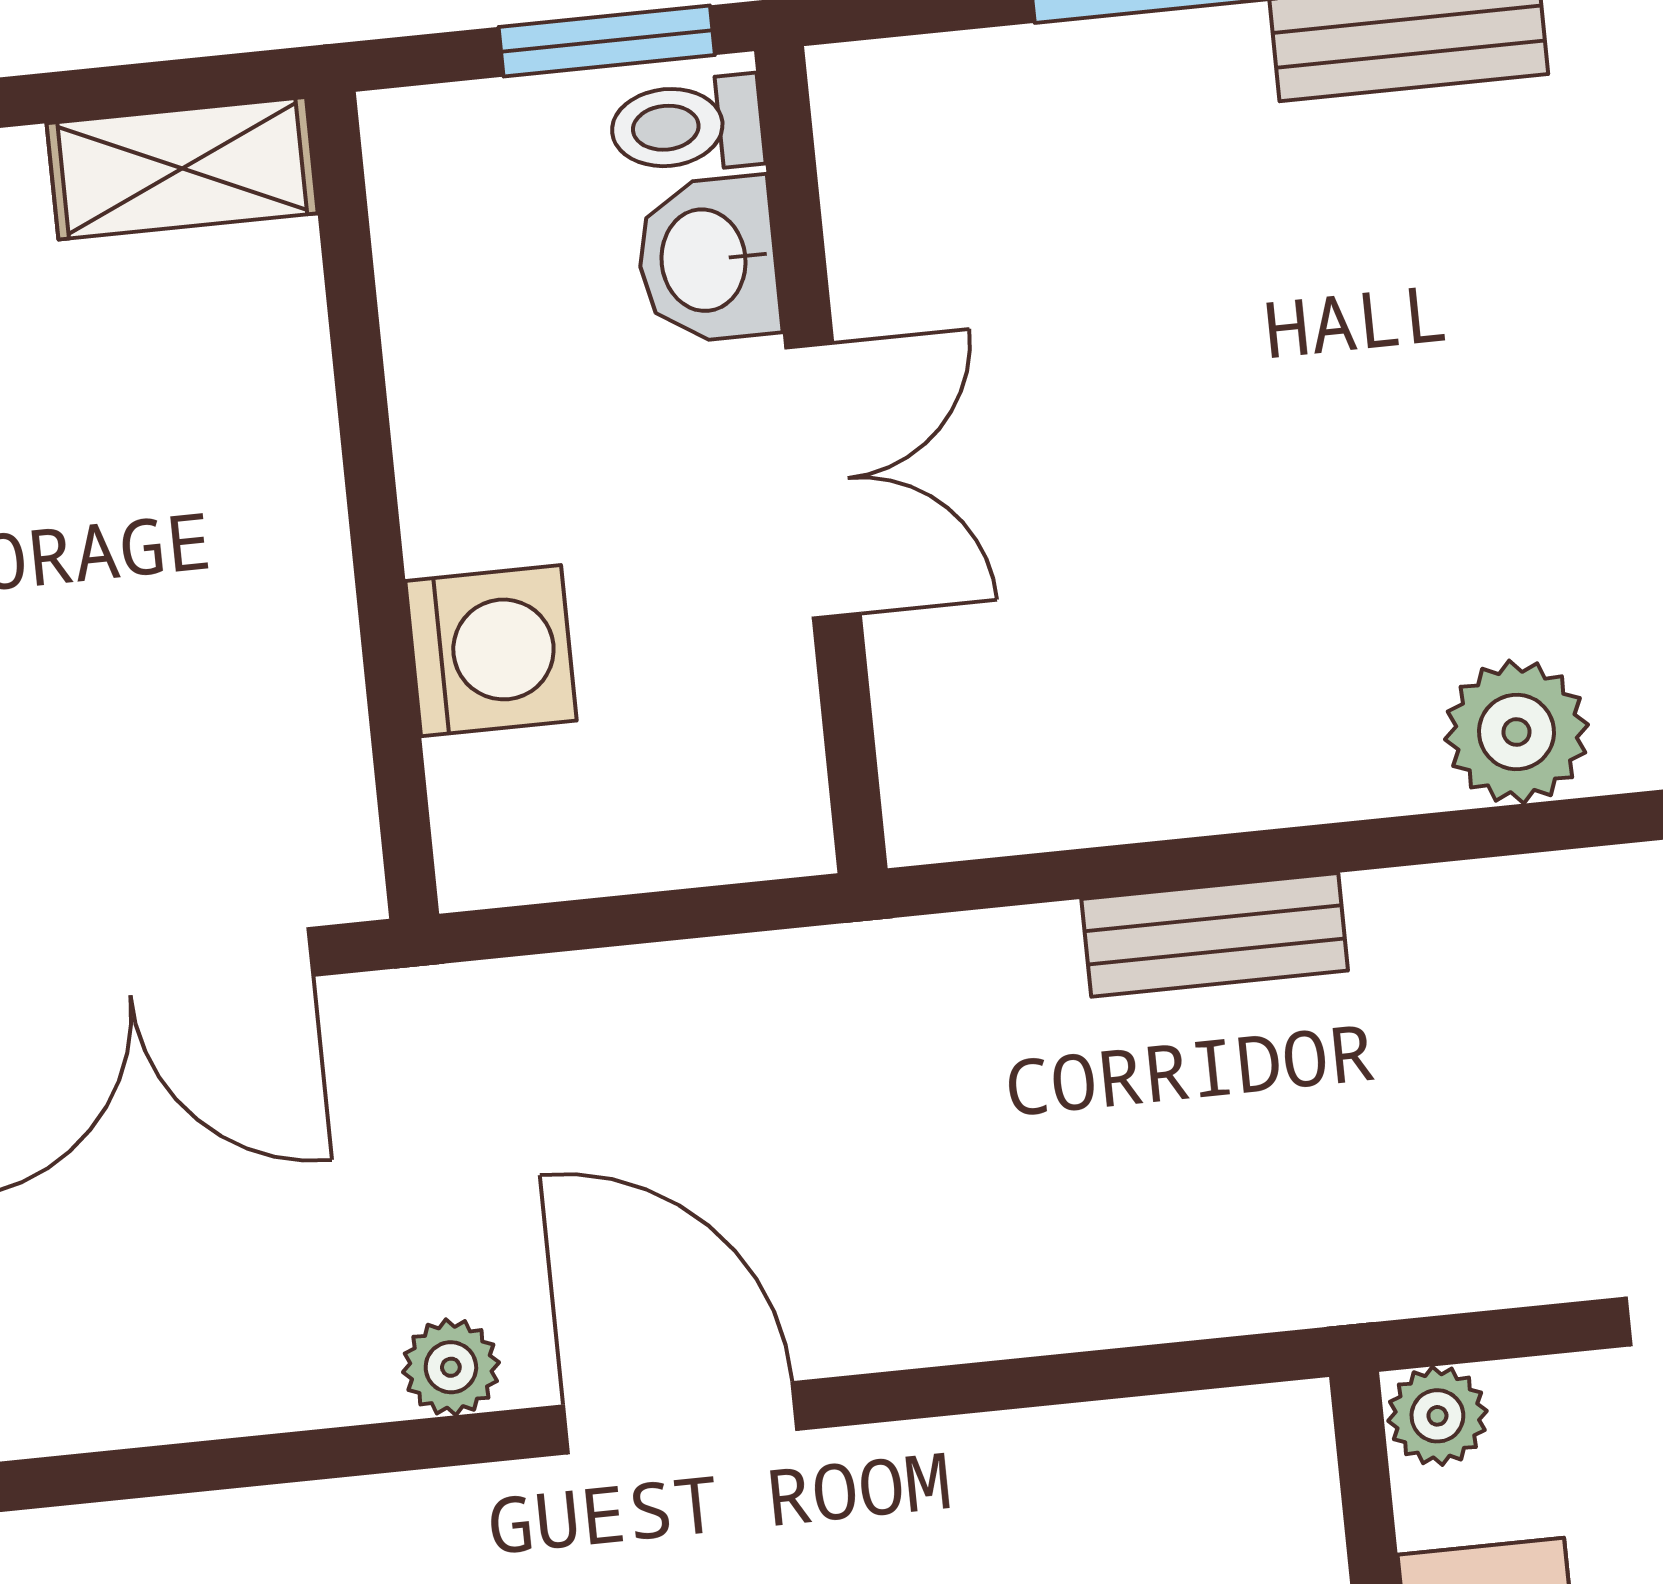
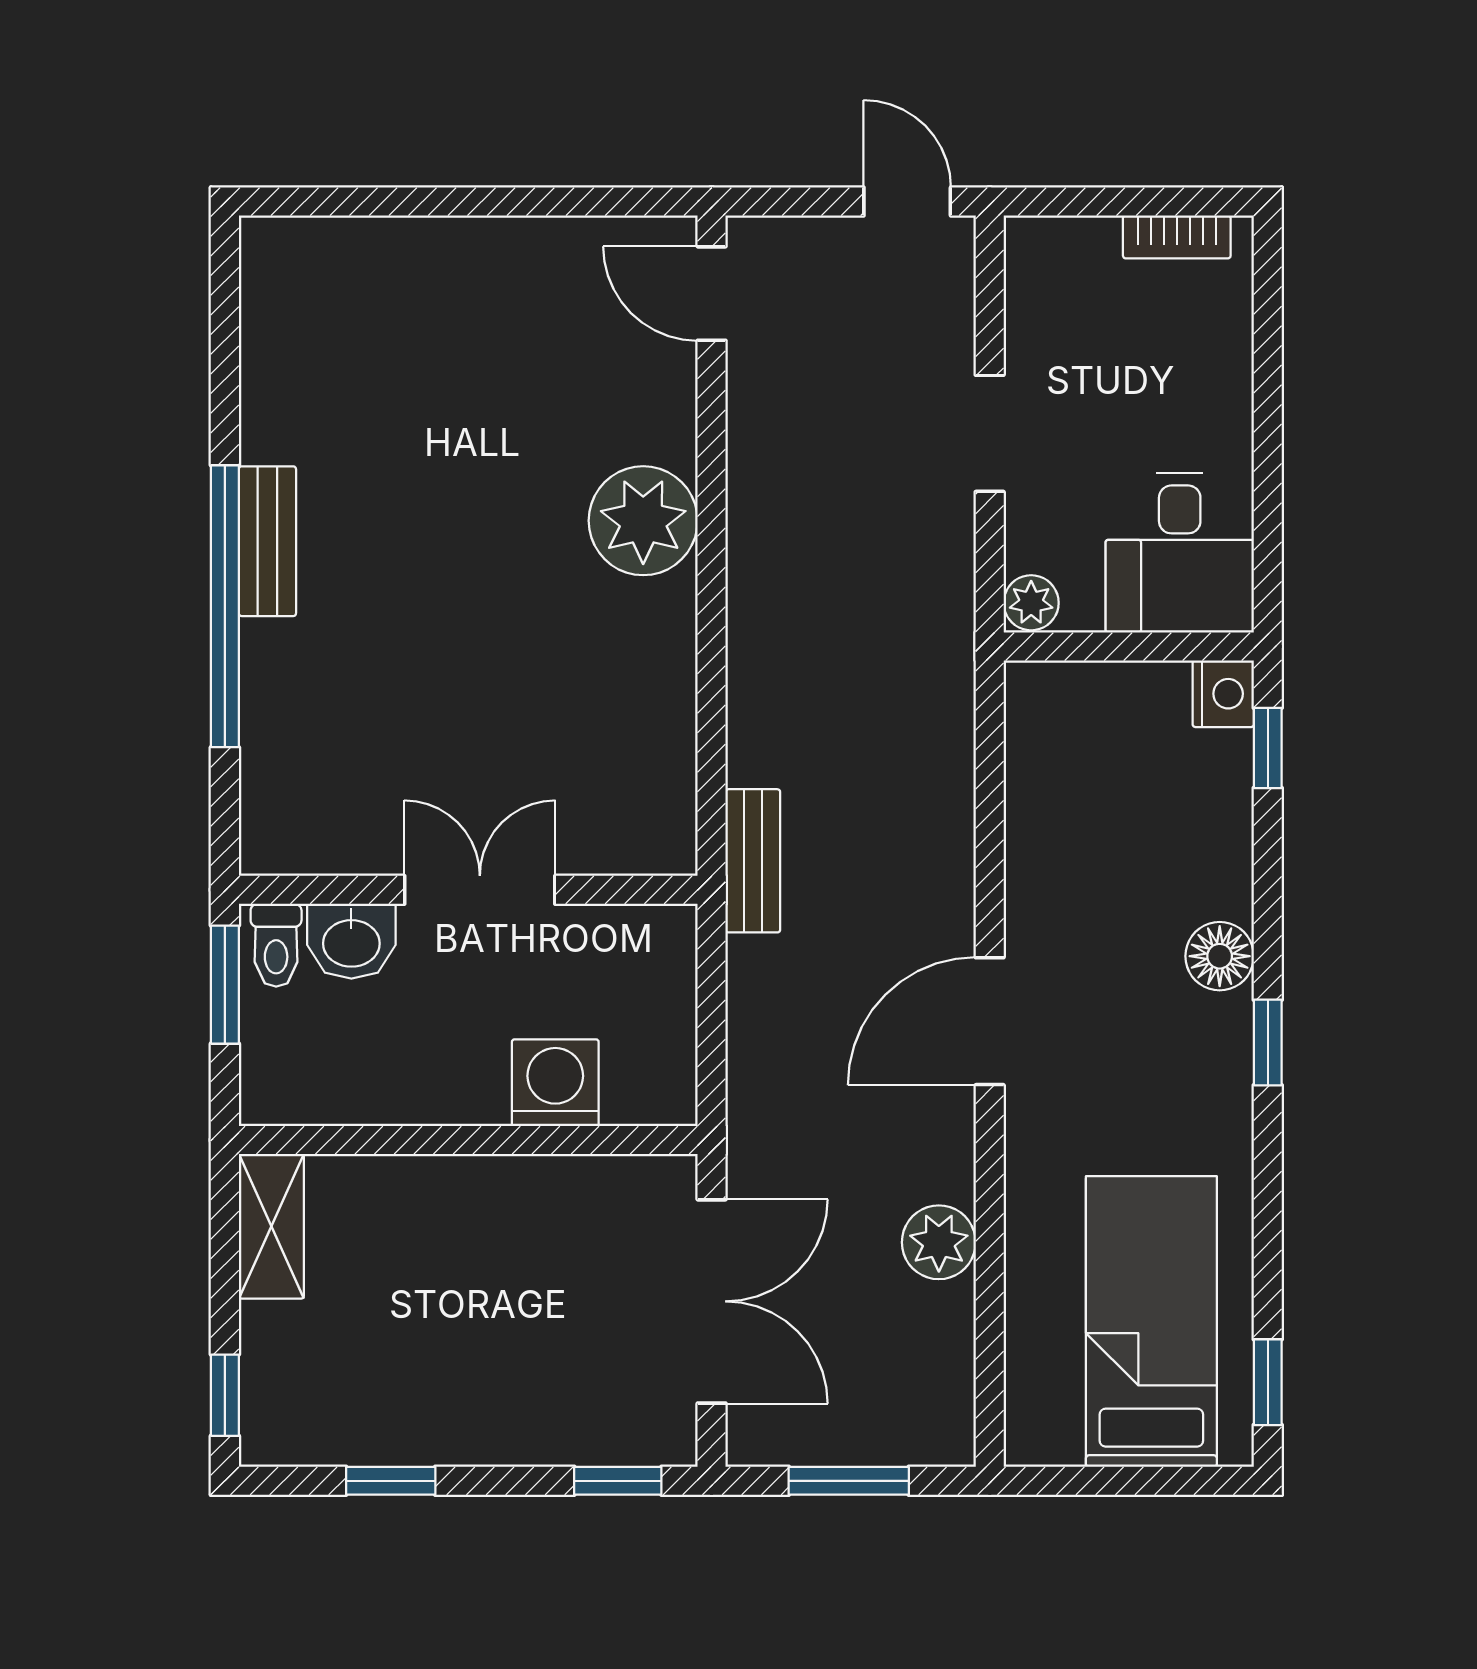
plant: (1516, 732) -> (643, 521), width x1.36, depth x1.36
bench: (1215, 935) -> (753, 861), moved
plant: (451, 1367) -> (939, 1242), moved, width x1.38, depth x1.38

